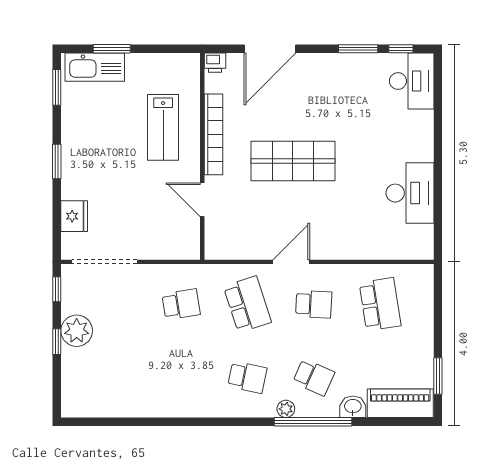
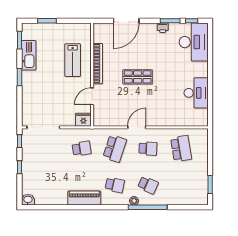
printer: (215, 63) -> (163, 28), moved
kitchen sink: (95, 67) -> (29, 55), moved, turned -90
desk: (412, 81) -> (194, 42), width x1.36, depth x1.30
shop shelf: (293, 161) -> (138, 77), width x0.70, depth x0.74
door: (202, 200) -> (92, 96), hinge flipped
fridge: (74, 216) -> (83, 120), moved, turned -90
school desk: (247, 304) -> (115, 149), turned 36
plant: (77, 331) -> (29, 162), removed
piano: (400, 403) -> (84, 198), moved
washbasin: (353, 407) -> (28, 200), moved

